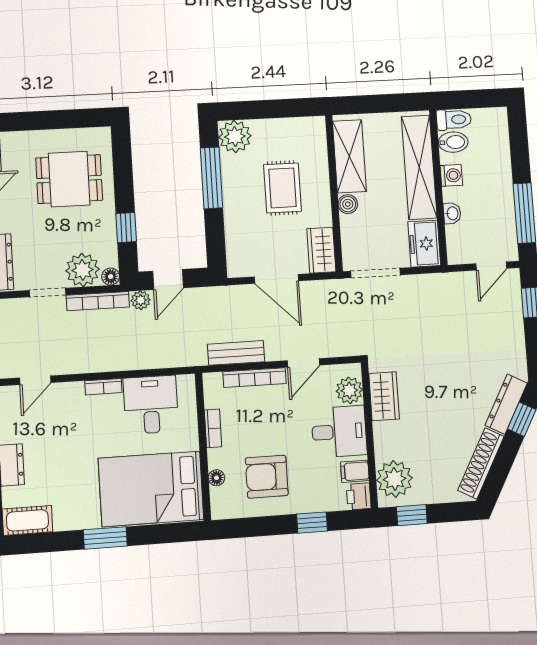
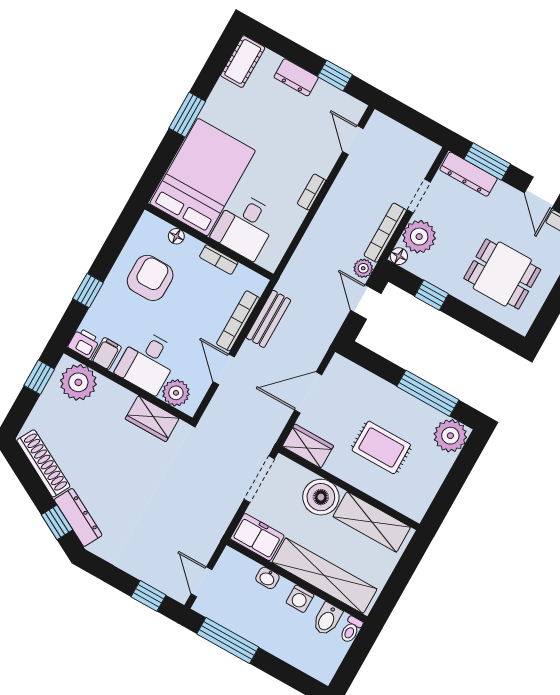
toilet: (454, 120) -> (351, 630), width x0.73, depth x0.72
dining table: (69, 179) -> (502, 274), turned 90
boiler: (348, 204) -> (321, 497), width x1.86, depth x1.86
desk: (151, 405) -> (245, 226), moved, turned 90

